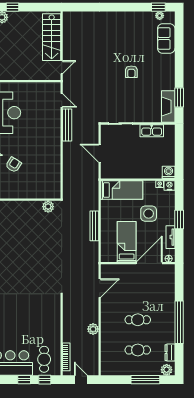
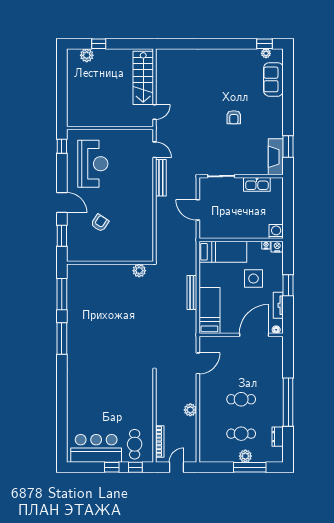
bed: (127, 242) -> (209, 310), moved
plant: (167, 370) -> (245, 456), moved
door: (81, 380) -> (177, 467), hinge flipped

